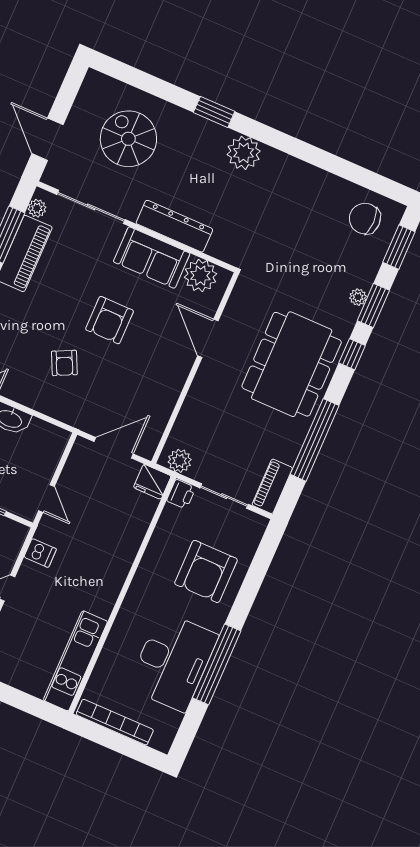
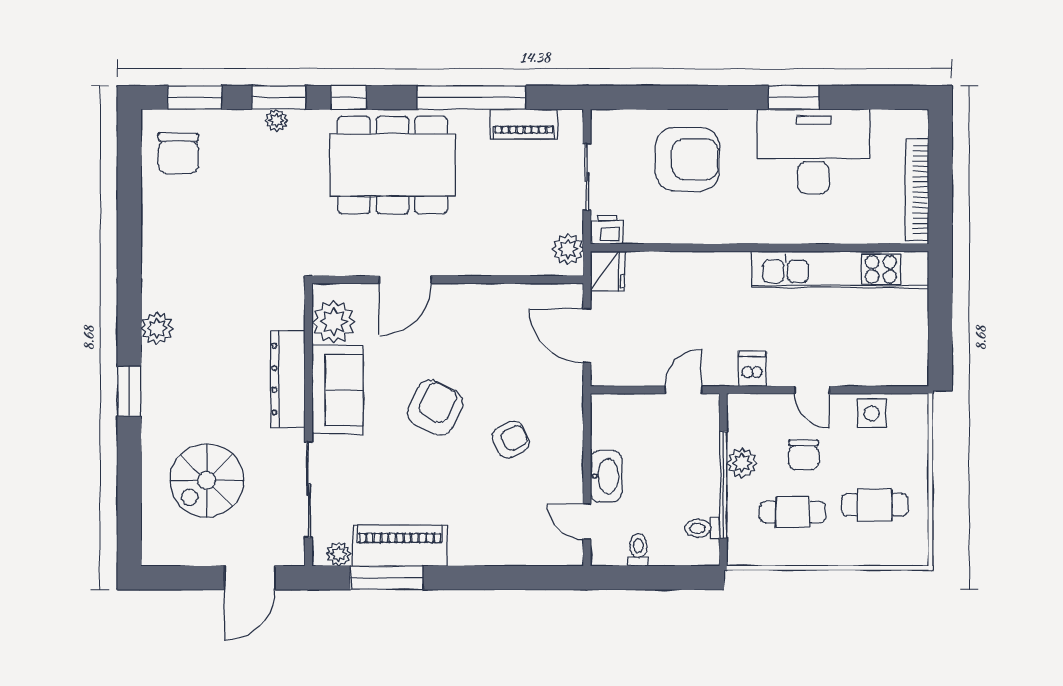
plant: (244, 153) -> (157, 328), width x0.73, depth x0.73
armchair: (110, 320) -> (435, 408), turned -64
piano: (272, 486) -> (524, 124), moved
kitchen unit: (75, 661) -> (840, 269), width x1.36
window: (217, 664) -> (794, 97), width x0.47

